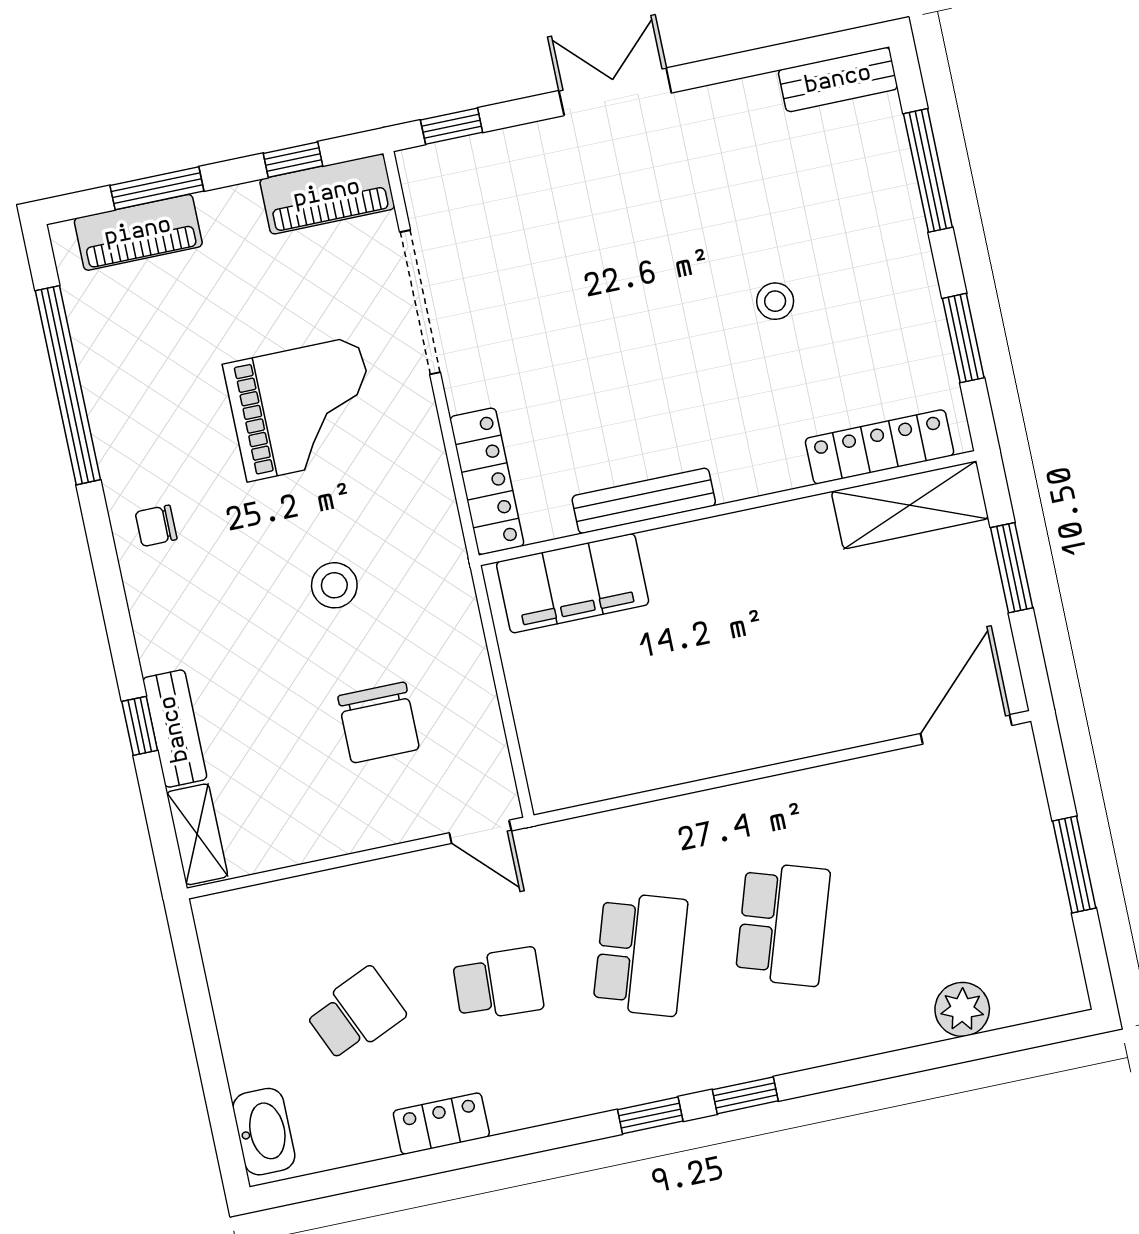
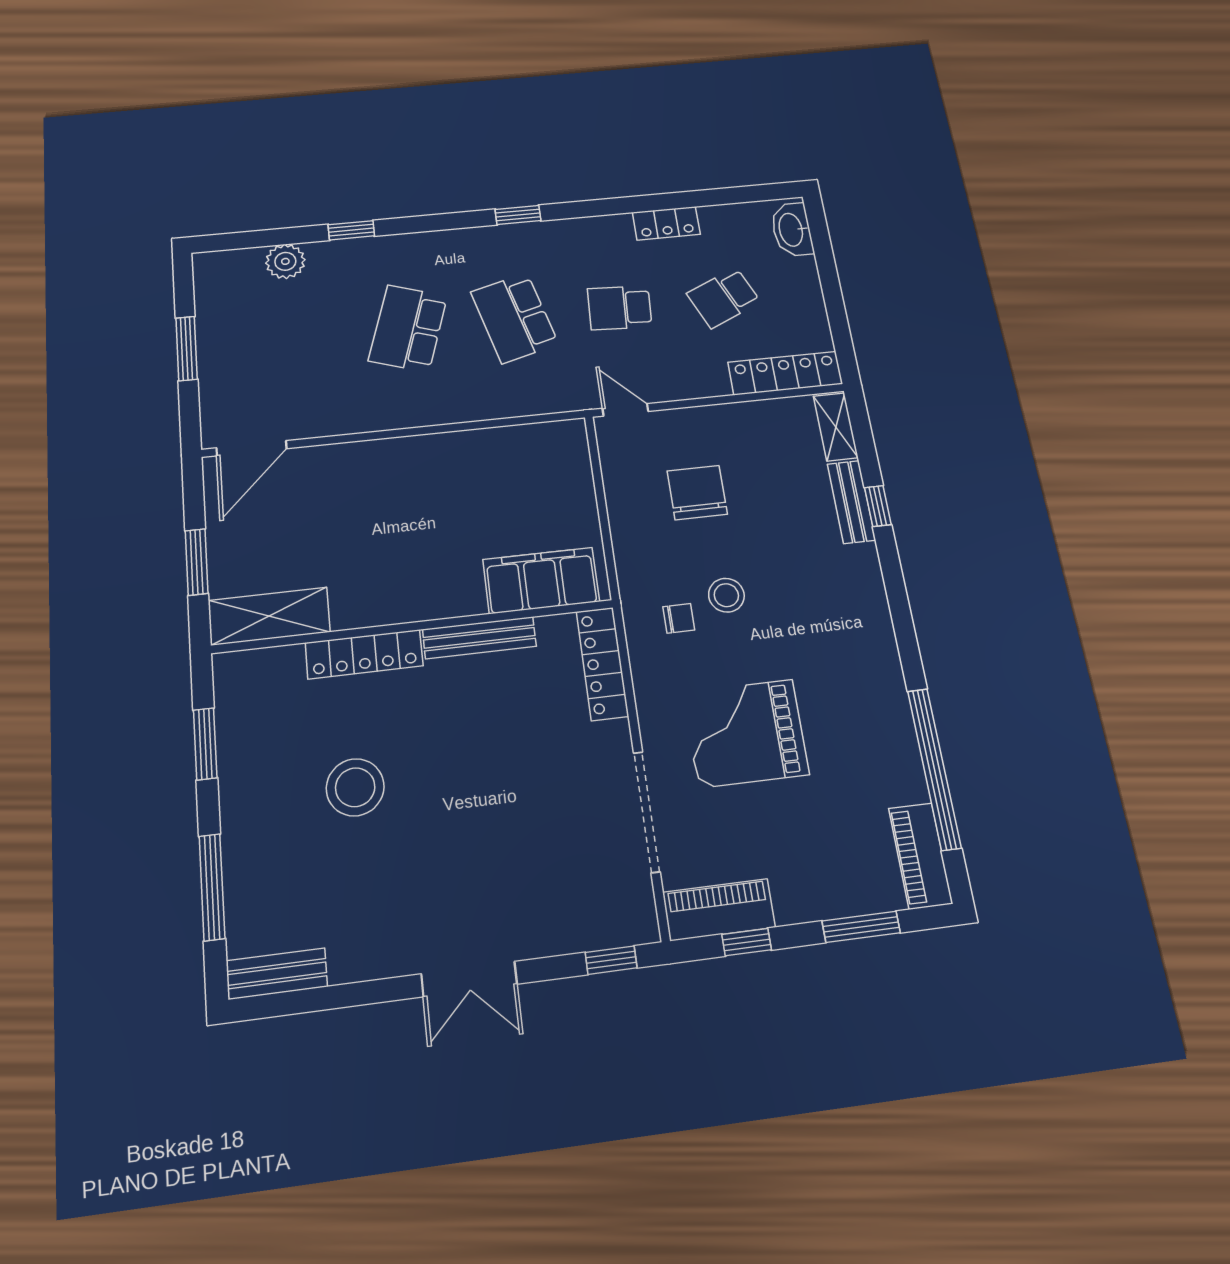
piano: (138, 232) -> (920, 856), moved, turned -90
stool: (775, 301) -> (355, 787), width x1.89, depth x1.89
locker: (880, 447) -> (364, 654), moved
chair: (156, 526) -> (679, 618), moved
locker: (267, 907) -> (785, 373), added
school desk: (640, 954) -> (514, 318), turned -33
window: (745, 1095) -> (351, 230), moved

